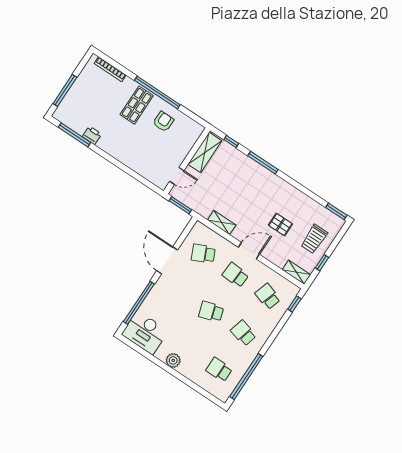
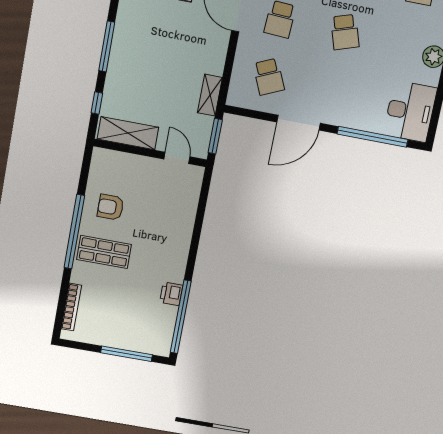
window: (74, 135) -> (181, 317), width x1.46
shelving: (222, 222) -> (210, 95), moved

